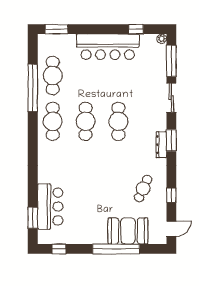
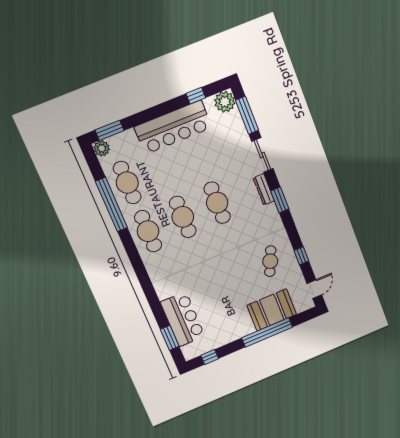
plant: (162, 39) -> (225, 102), width x1.87, depth x1.87
plant: (44, 41) -> (102, 148), added
dresser: (161, 145) -> (264, 189), moved

